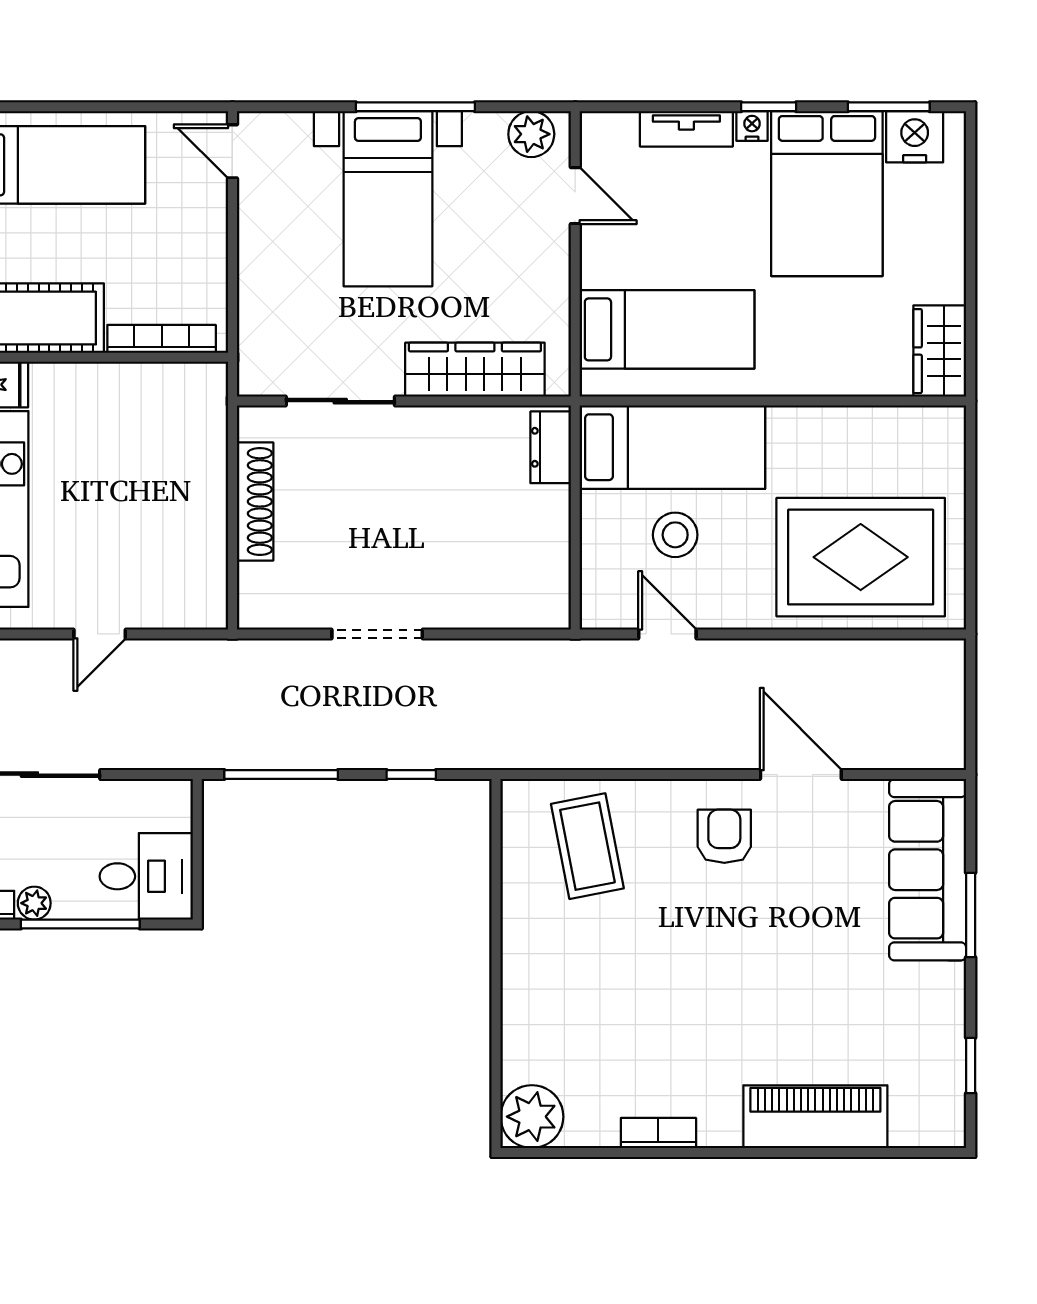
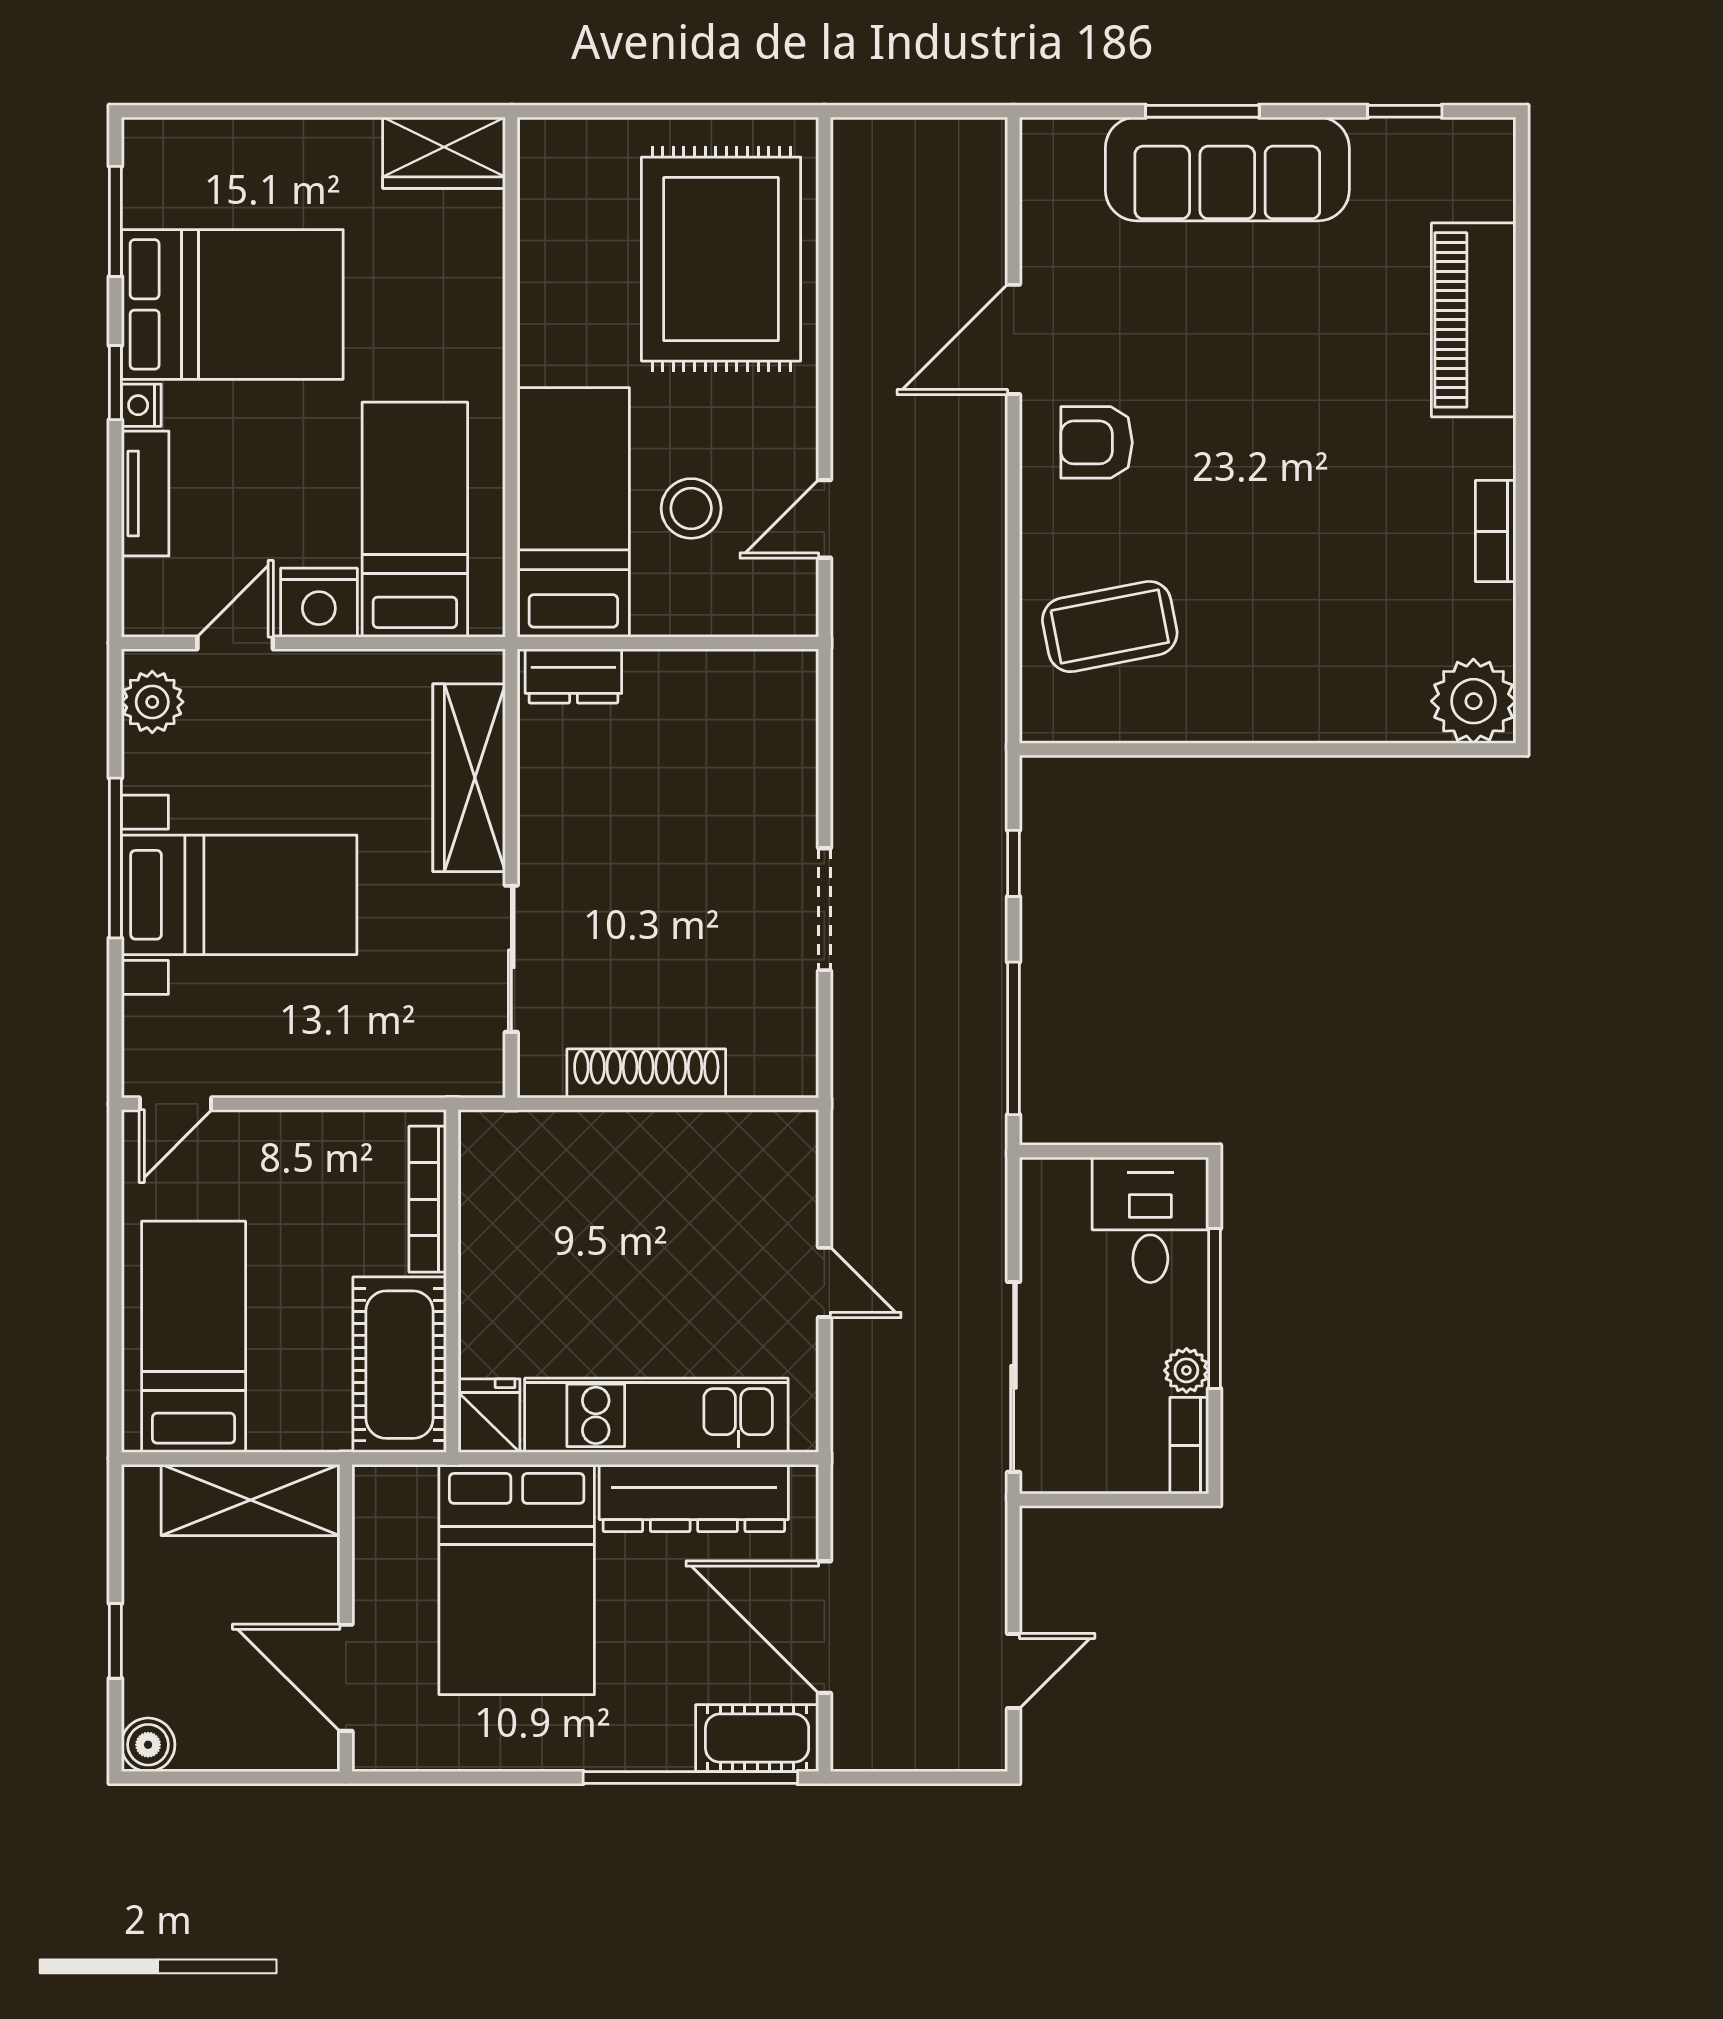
nightstand: (915, 137) -> (319, 603), moved, turned -90
sofa: (928, 870) -> (1227, 169), moved

